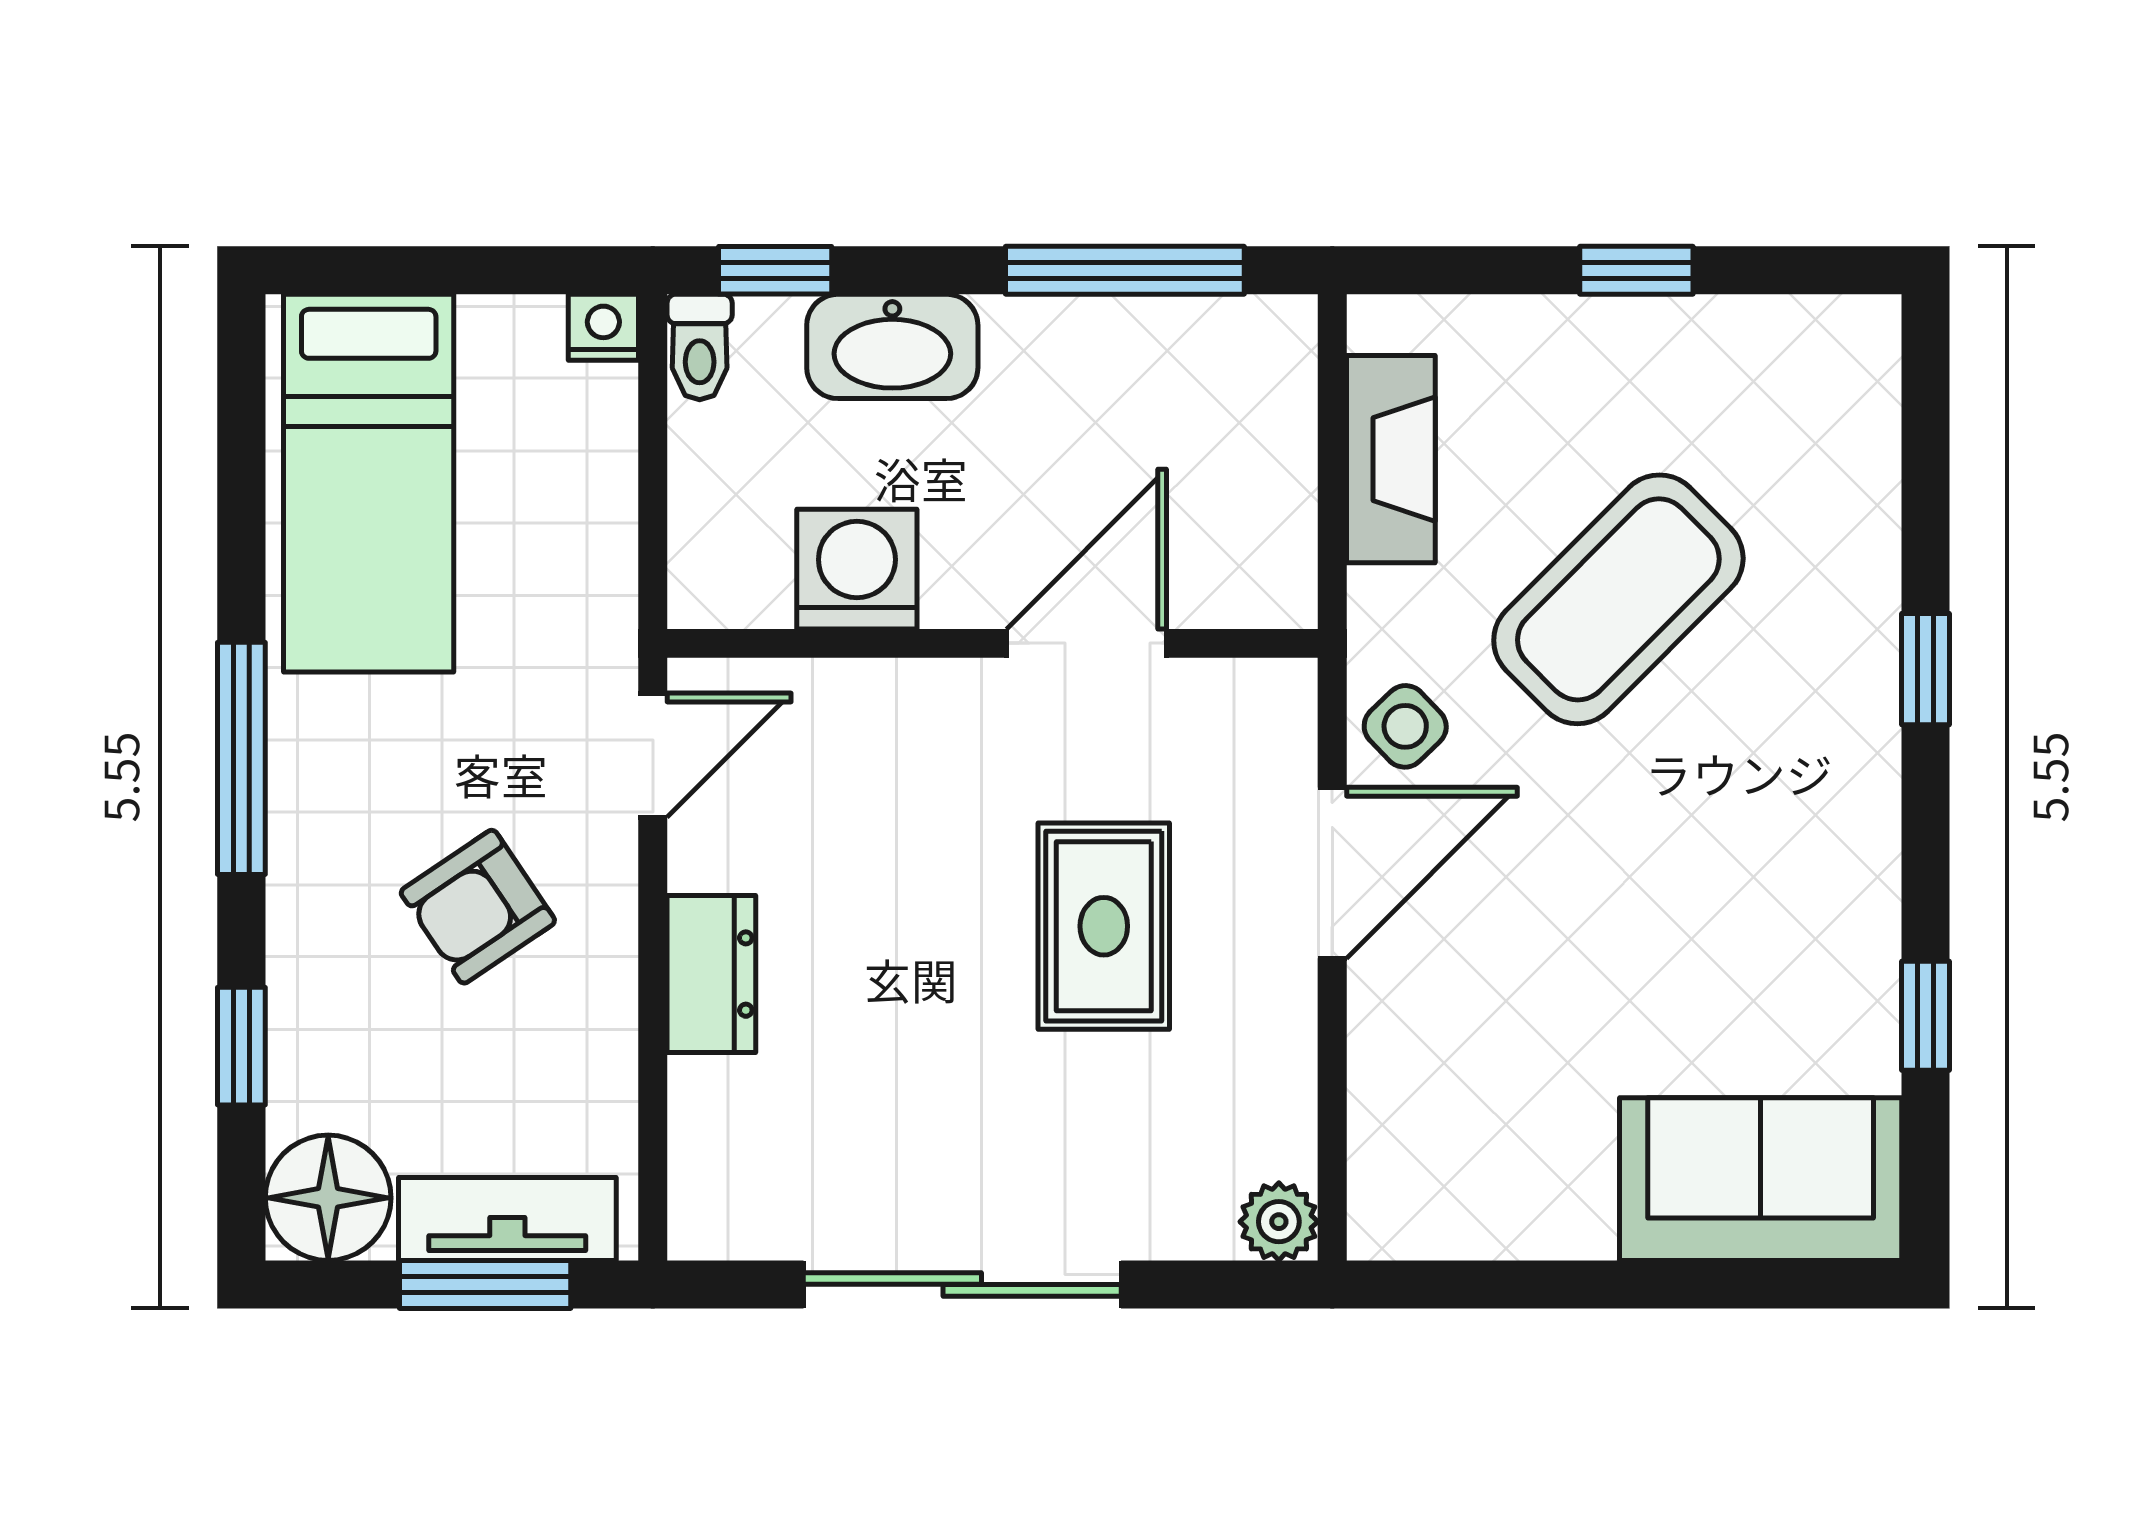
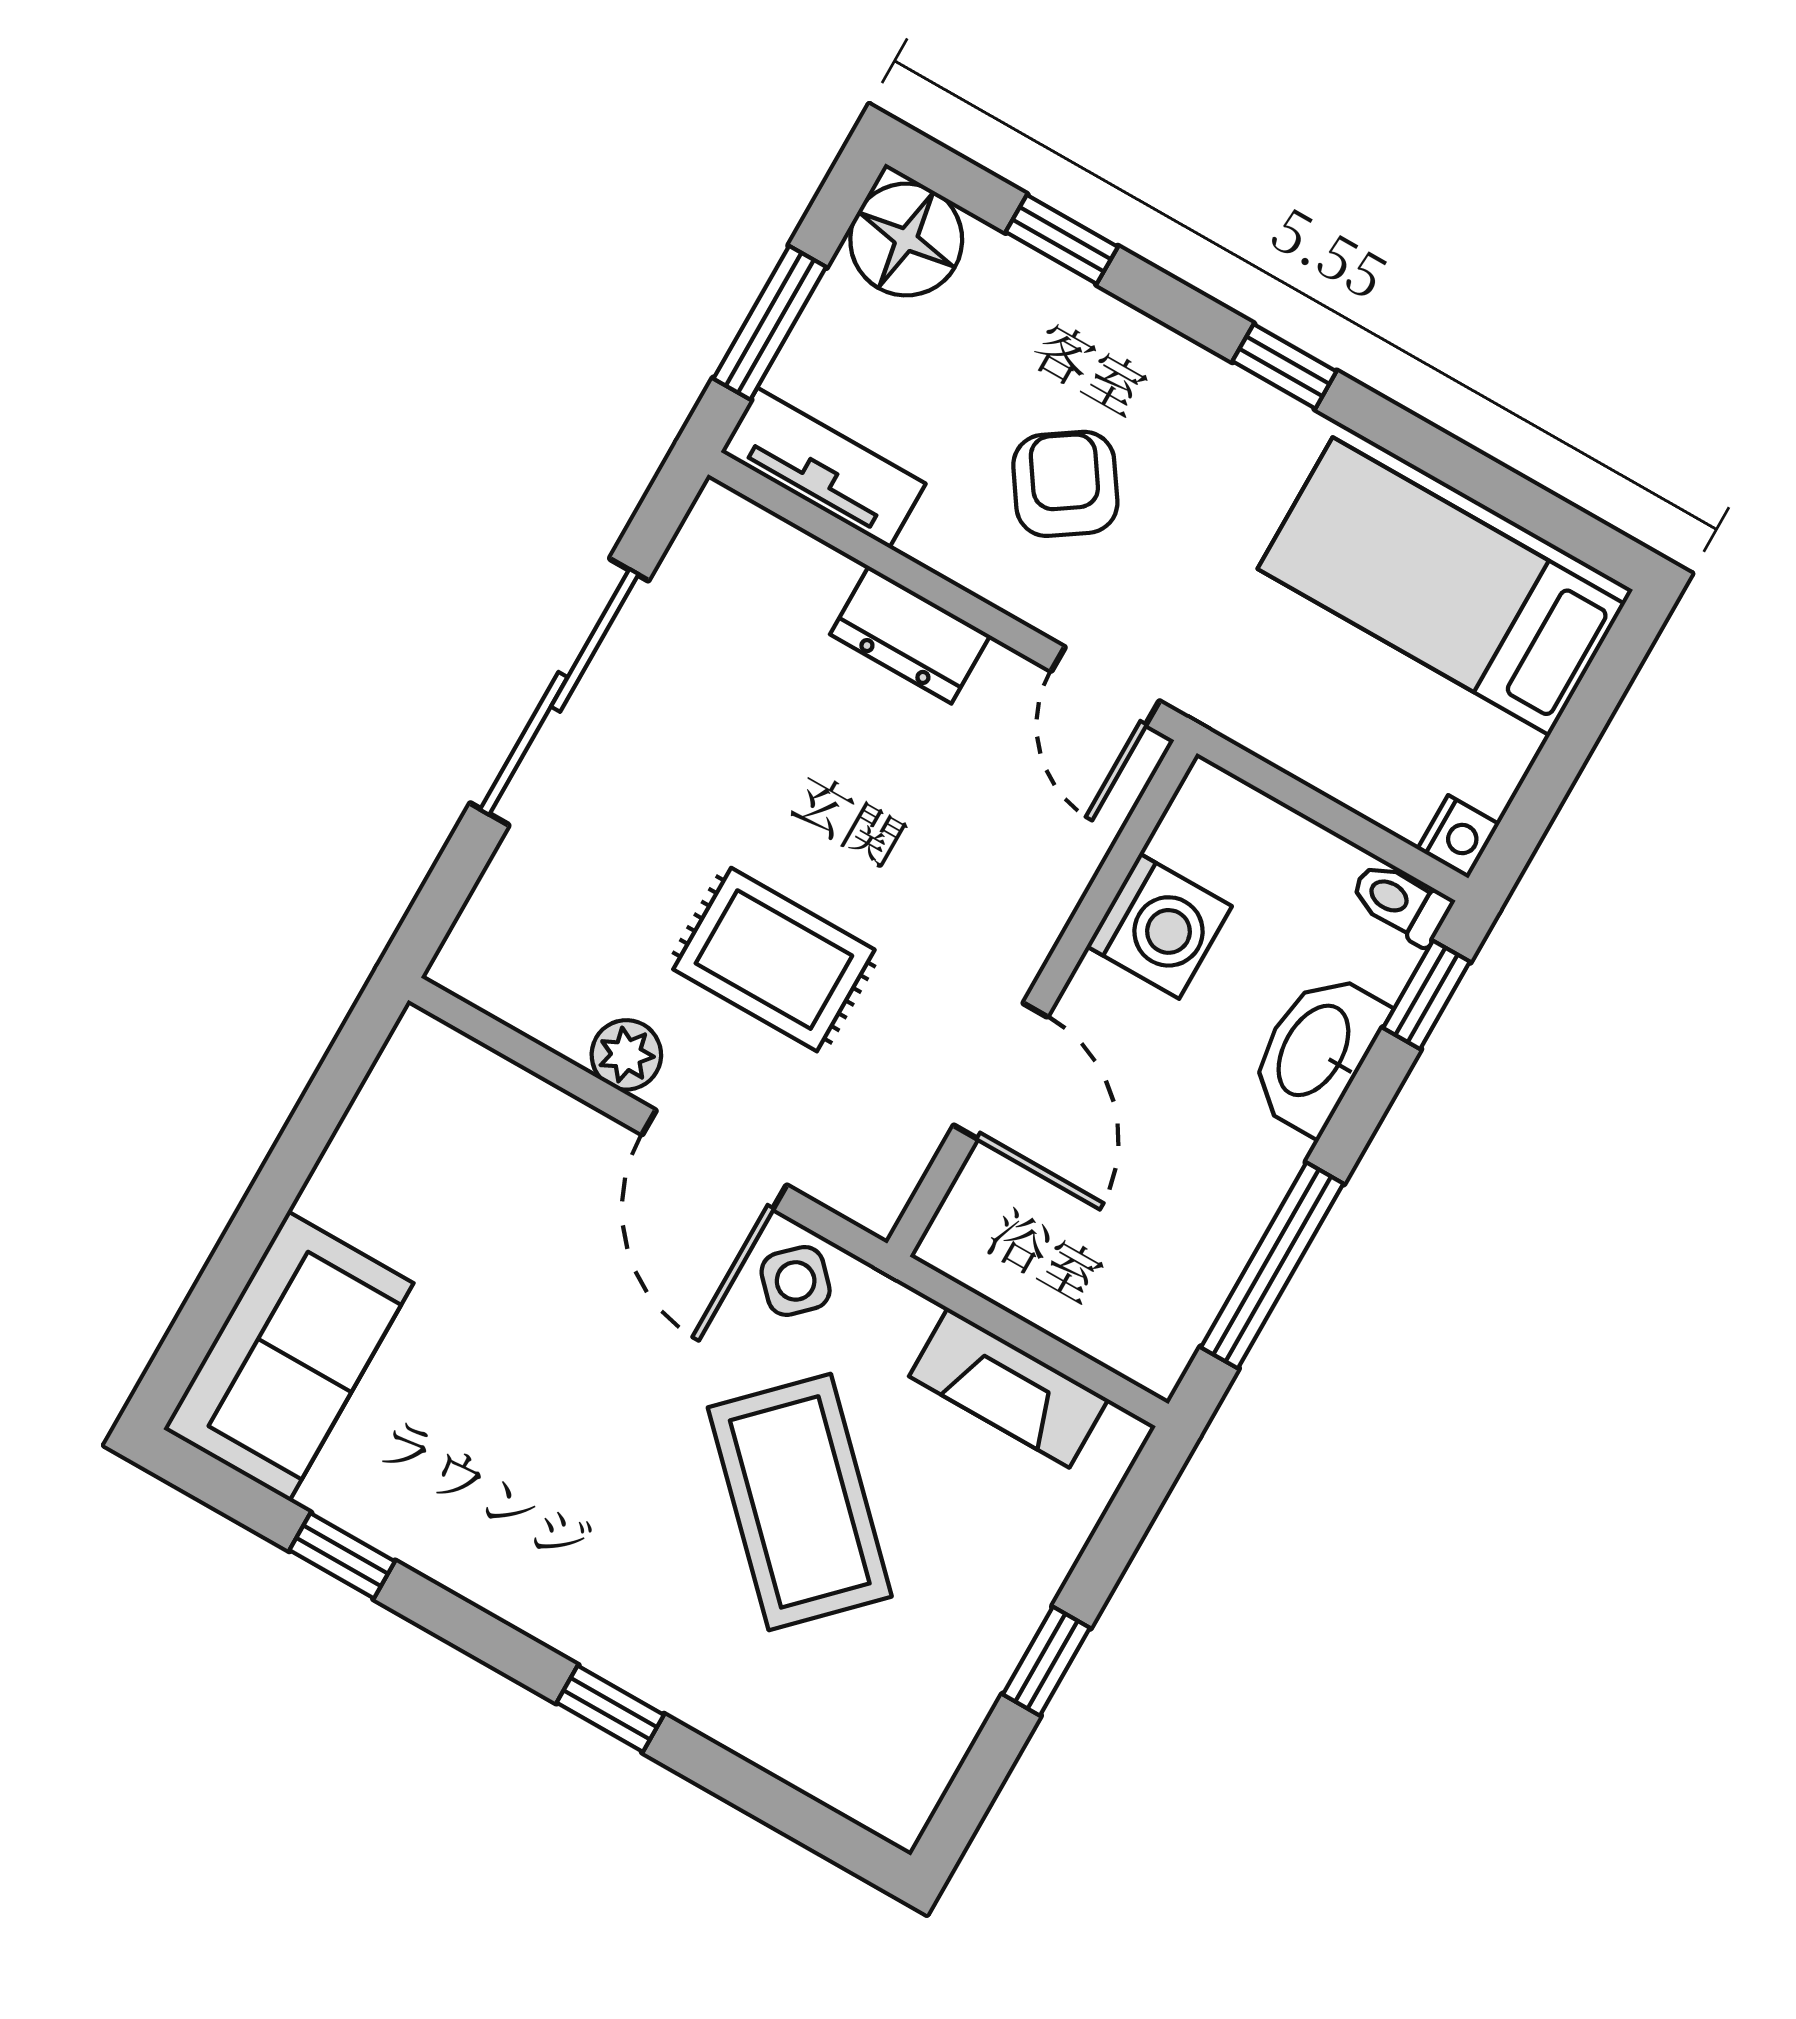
window: (241, 758) -> (1284, 366), width x0.46
tv unit: (507, 1219) -> (823, 468), moved, turned -90
plant: (1279, 1222) -> (626, 1055), moved

